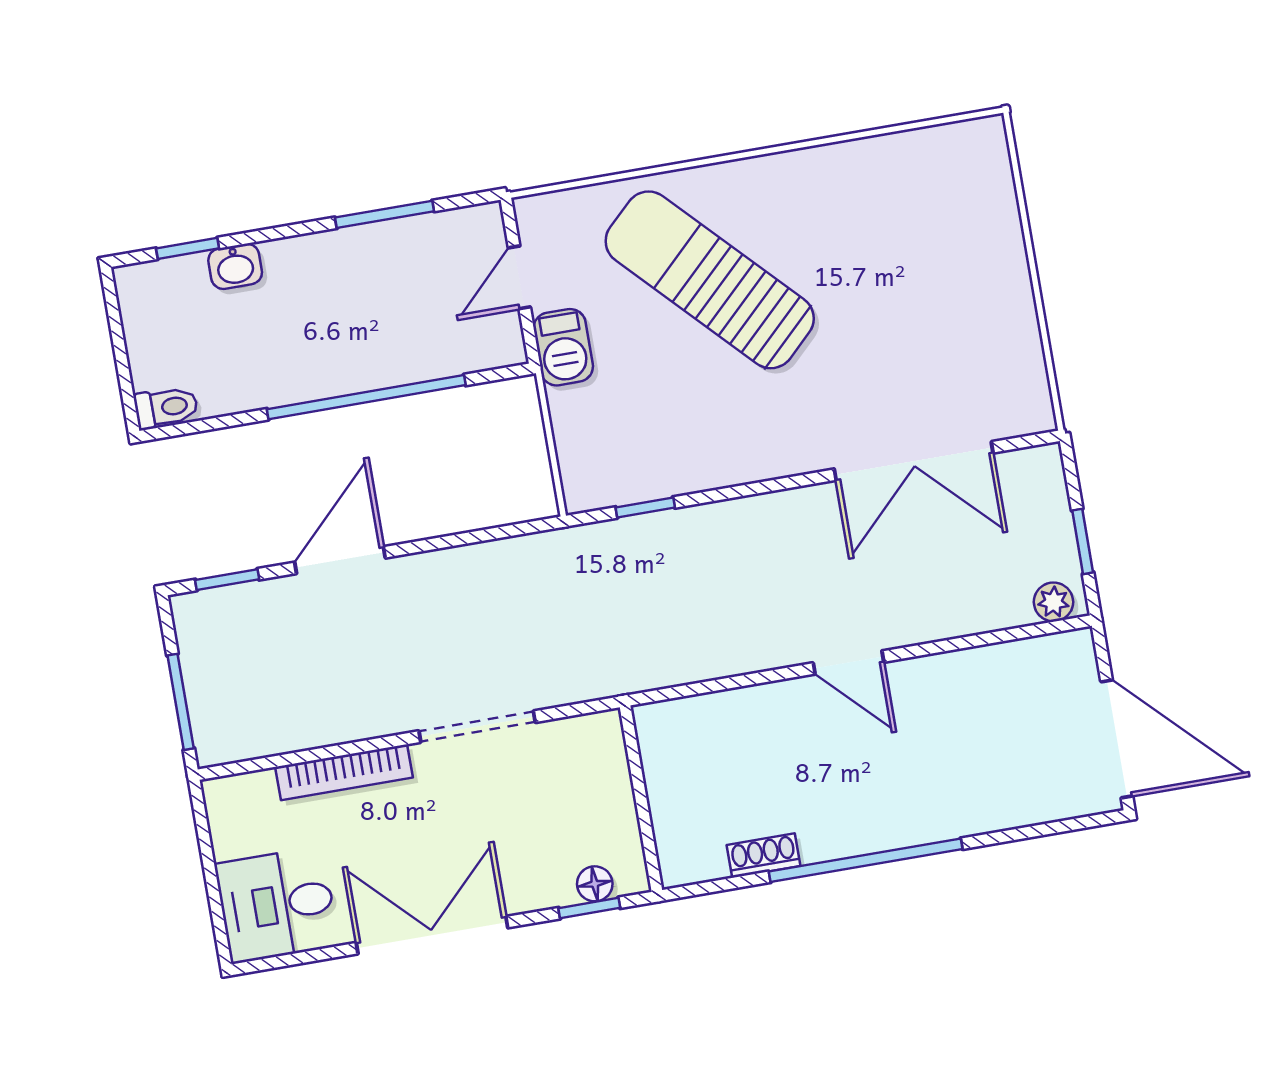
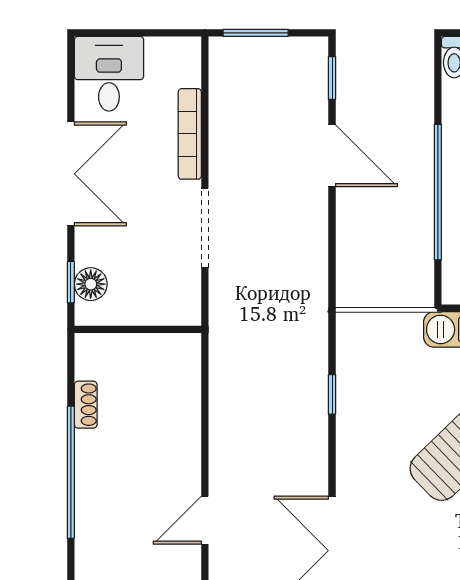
window: (645, 507) -> (332, 394), moved
door: (848, 662) -> (205, 520), moved
floor lamp: (595, 884) -> (91, 284), width x1.37, depth x1.37

